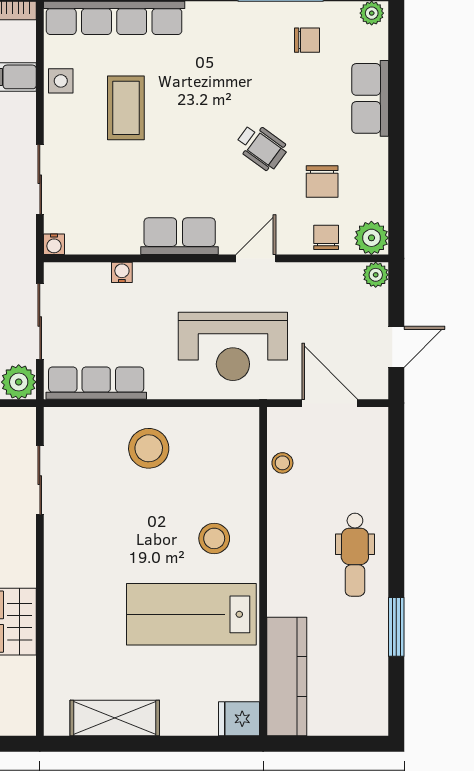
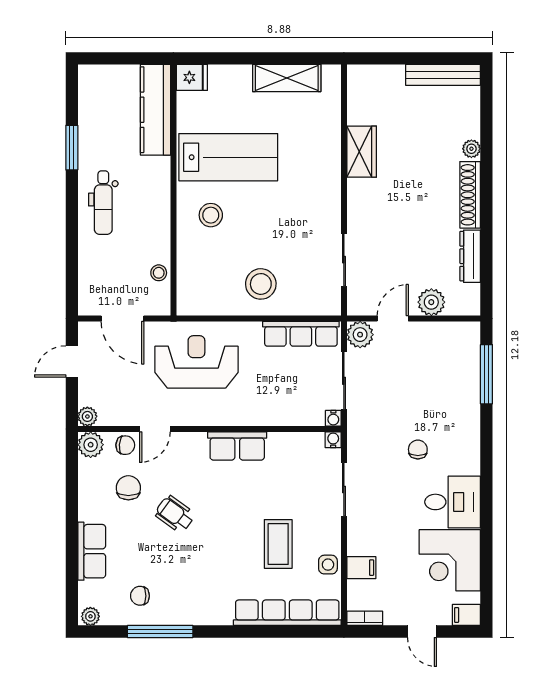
chair: (326, 237) -> (125, 445), turned -86
door: (256, 258) -> (155, 429), moved
water cooler: (122, 272) -> (333, 418), moved
dental chair: (355, 555) -> (103, 203), turned 180

